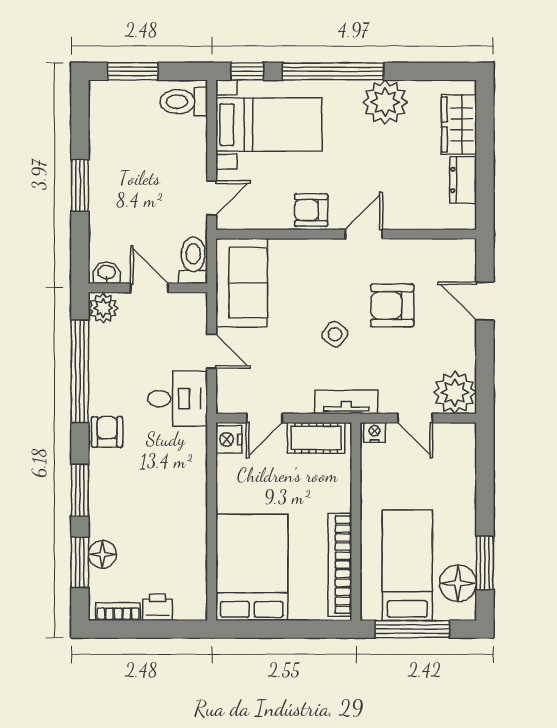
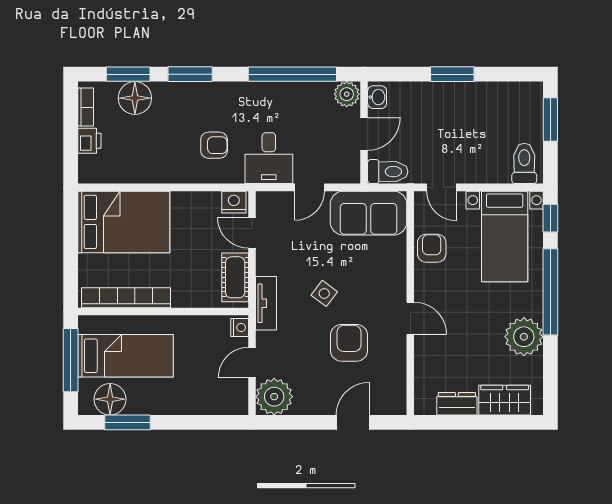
armchair: (311, 210) -> (432, 248), moved
armchair: (107, 432) -> (214, 145), moved
floor lamp: (102, 554) -> (135, 98), width x1.38, depth x1.38

